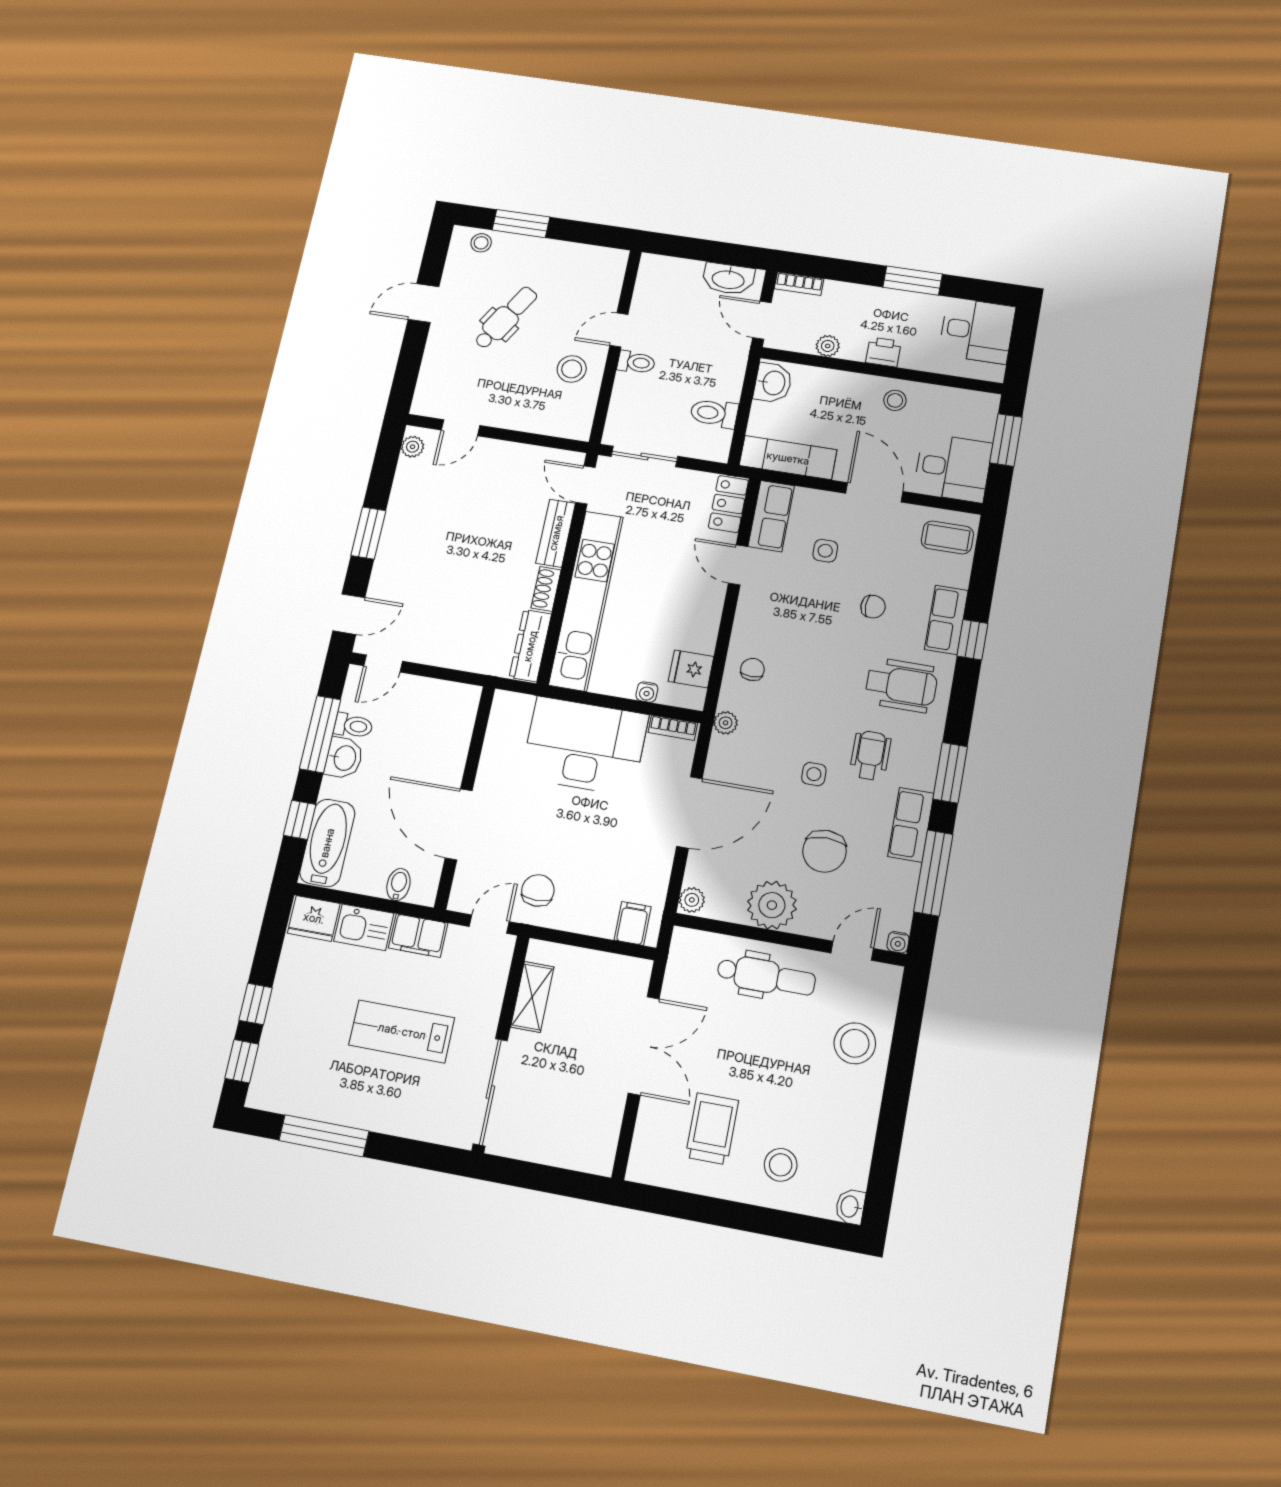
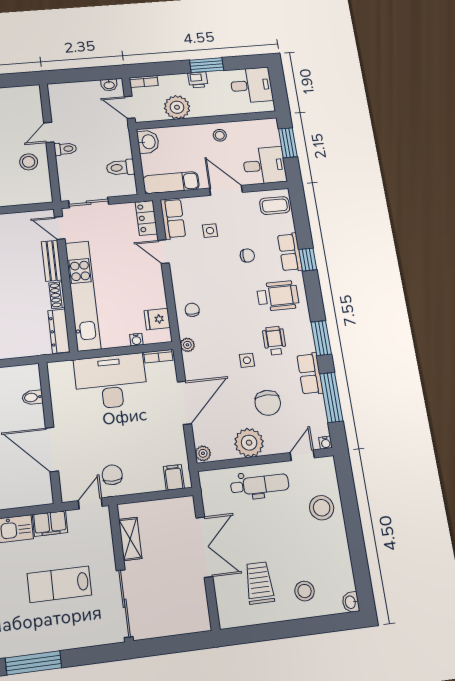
washbasin: (728, 279) -> (109, 85), width x0.52, depth x0.69
plant: (828, 346) -> (177, 107), width x1.88, depth x1.88
printer: (883, 352) -> (198, 80), moved, turned 180
bidet: (398, 885) -> (32, 397), moved, turned -90

